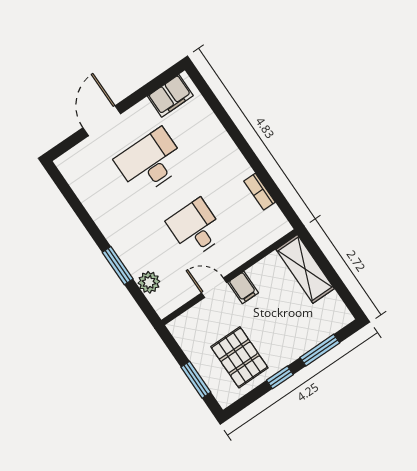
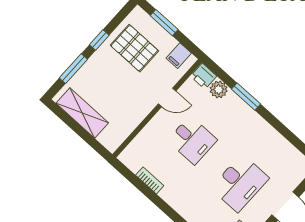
shelving: (305, 269) -> (82, 113), moved
filing cabinet: (243, 288) -> (179, 56), moved, turned -90
printer: (163, 303) -> (204, 76), added

